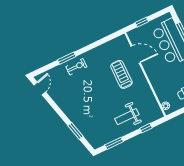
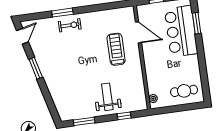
weight bench: (127, 117) -> (107, 97), turned 90
window: (76, 131) -> (36, 68), moved

